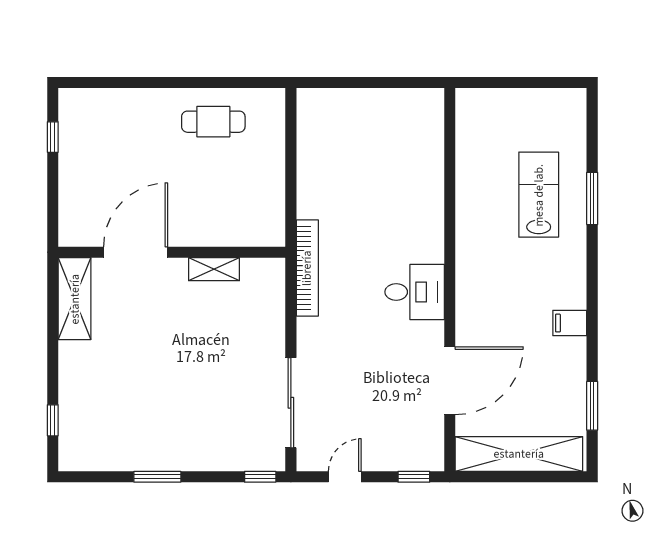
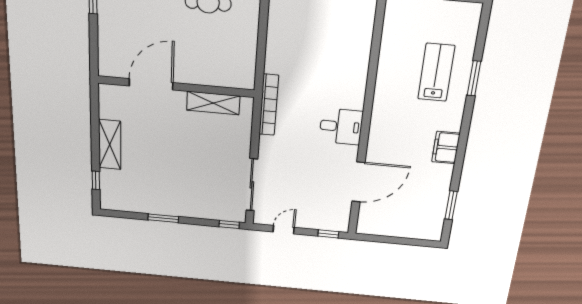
shelving: (214, 269) -> (213, 103), width x1.50, depth x1.33
shelving: (75, 299) -> (110, 145), moved
filing cabinet: (570, 323) -> (446, 148), width x2.00
shelving: (519, 454) -> (398, 228), removed

